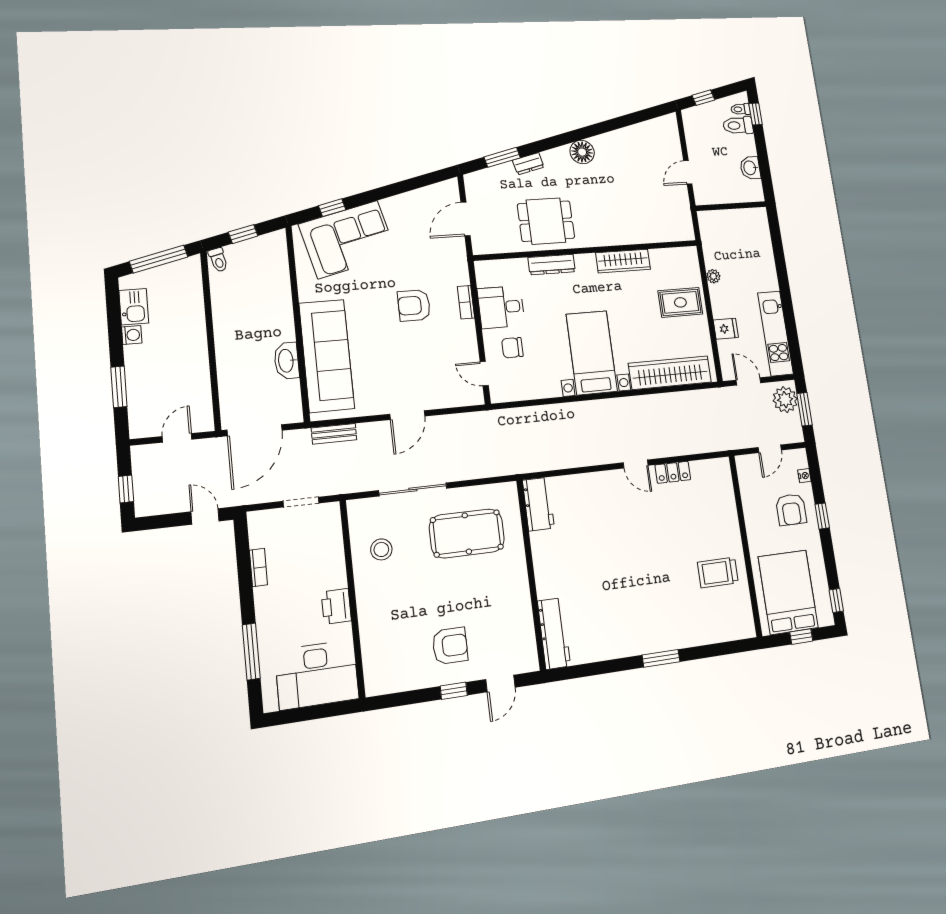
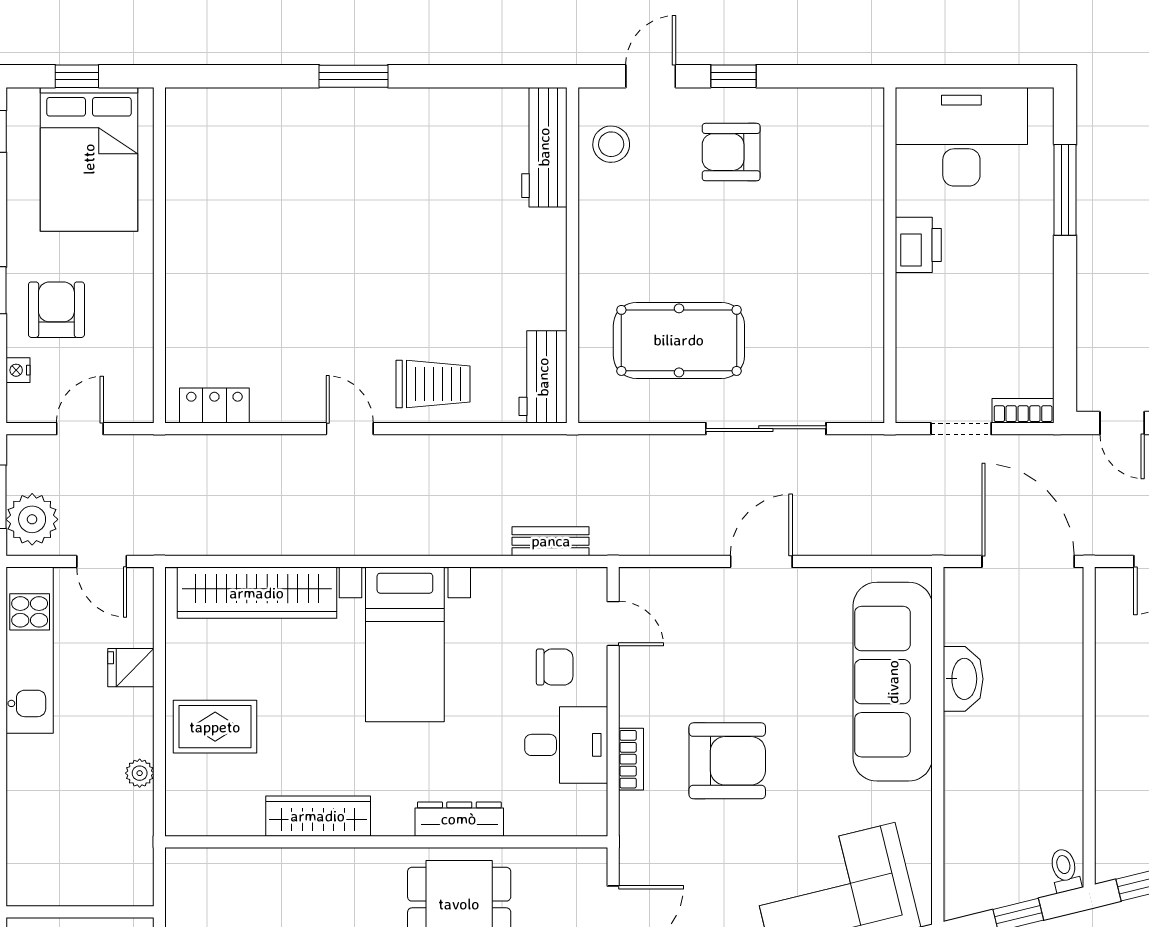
armchair: (414, 305) -> (727, 761), width x1.36, depth x1.36
door: (255, 430) -> (1028, 561), hinge flipped
bench: (334, 434) -> (551, 541), moved
locker: (673, 472) -> (214, 406), moved
stool: (381, 549) -> (611, 144), moved
bookcase: (258, 567) -> (1023, 411), moved, turned 90
trolley: (718, 572) -> (433, 384), moved

